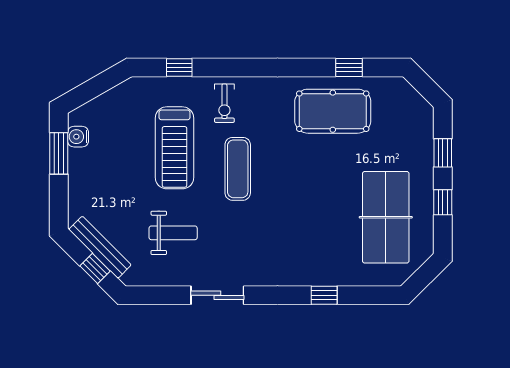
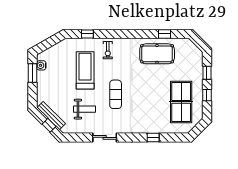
treadmill: (174, 148) -> (85, 70), turned 180
exercise mat: (238, 169) -> (116, 94), moved

